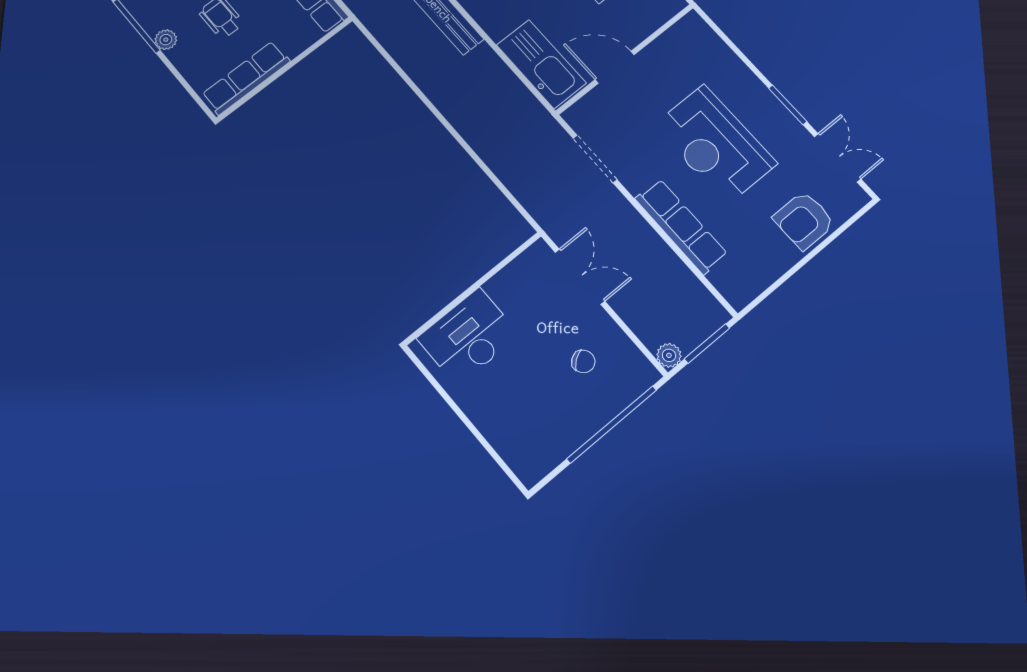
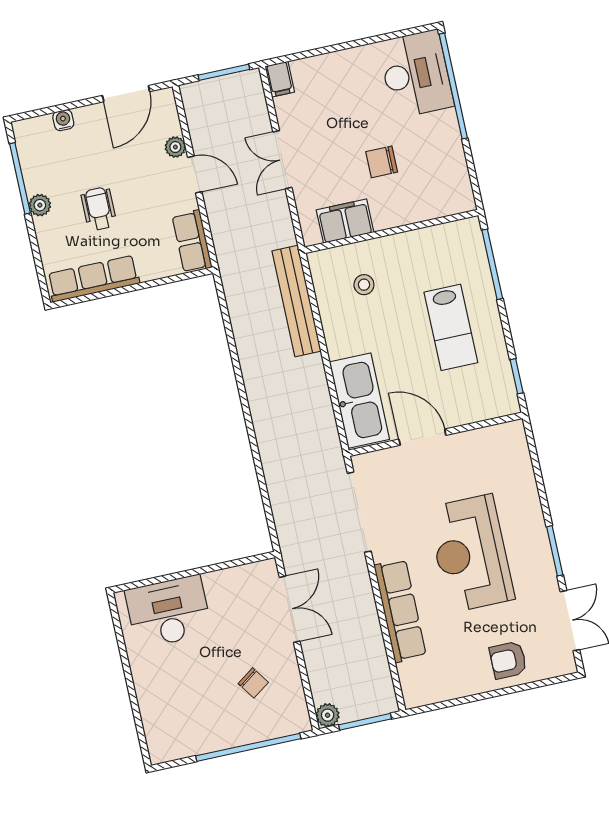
doorway: (595, 159) -> (359, 512), width x1.36
armchair: (804, 220) -> (508, 660), width x0.72, depth x0.72

